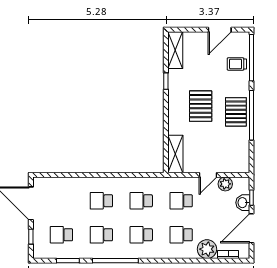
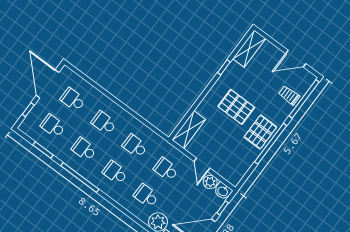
pallet: (201, 106) -> (236, 107), turned 90
door: (208, 175) -> (202, 165), hinge flipped
school desk: (61, 201) -> (73, 100), added
washbasin: (243, 203) -> (223, 191), moved, turned -90

